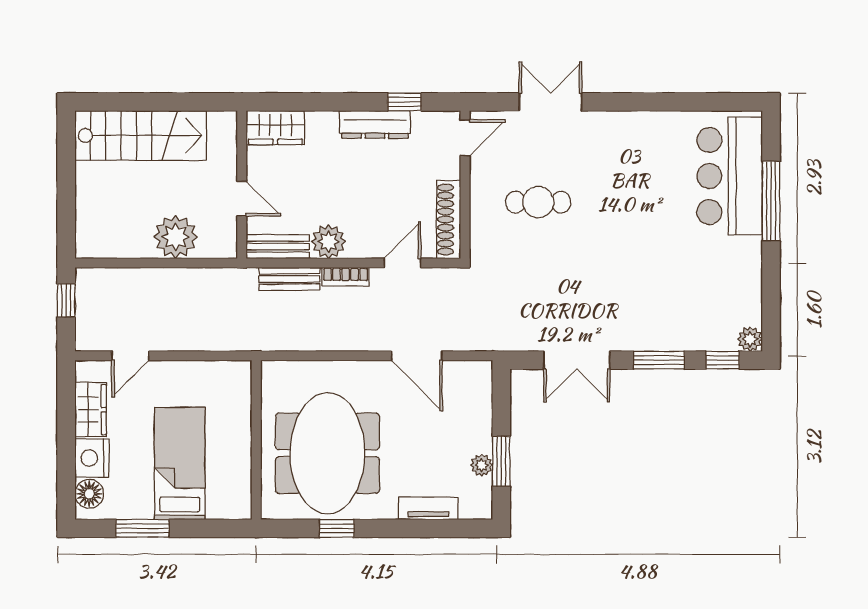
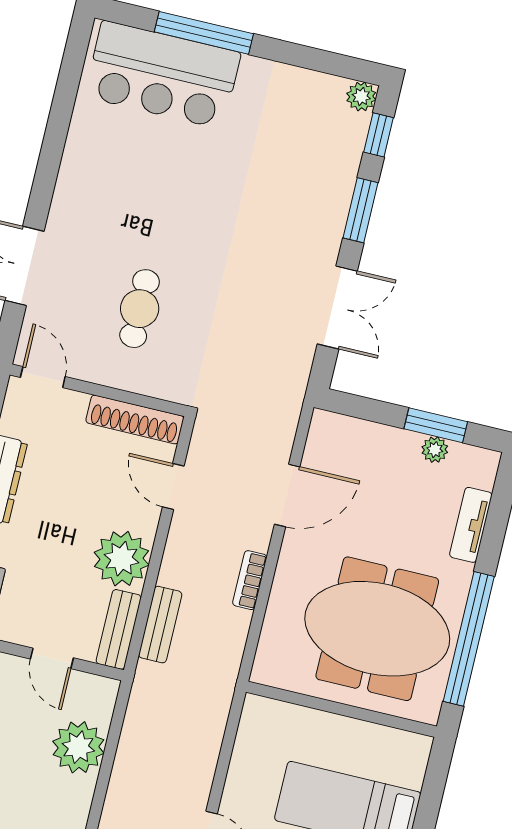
door: (242, 199) -> (52, 658), swing flipped
plant: (329, 242) -> (122, 559), width x1.36, depth x1.36
bookcase: (346, 277) -> (250, 580), moved, turned 180
window: (337, 528) -> (469, 639), width x3.17

